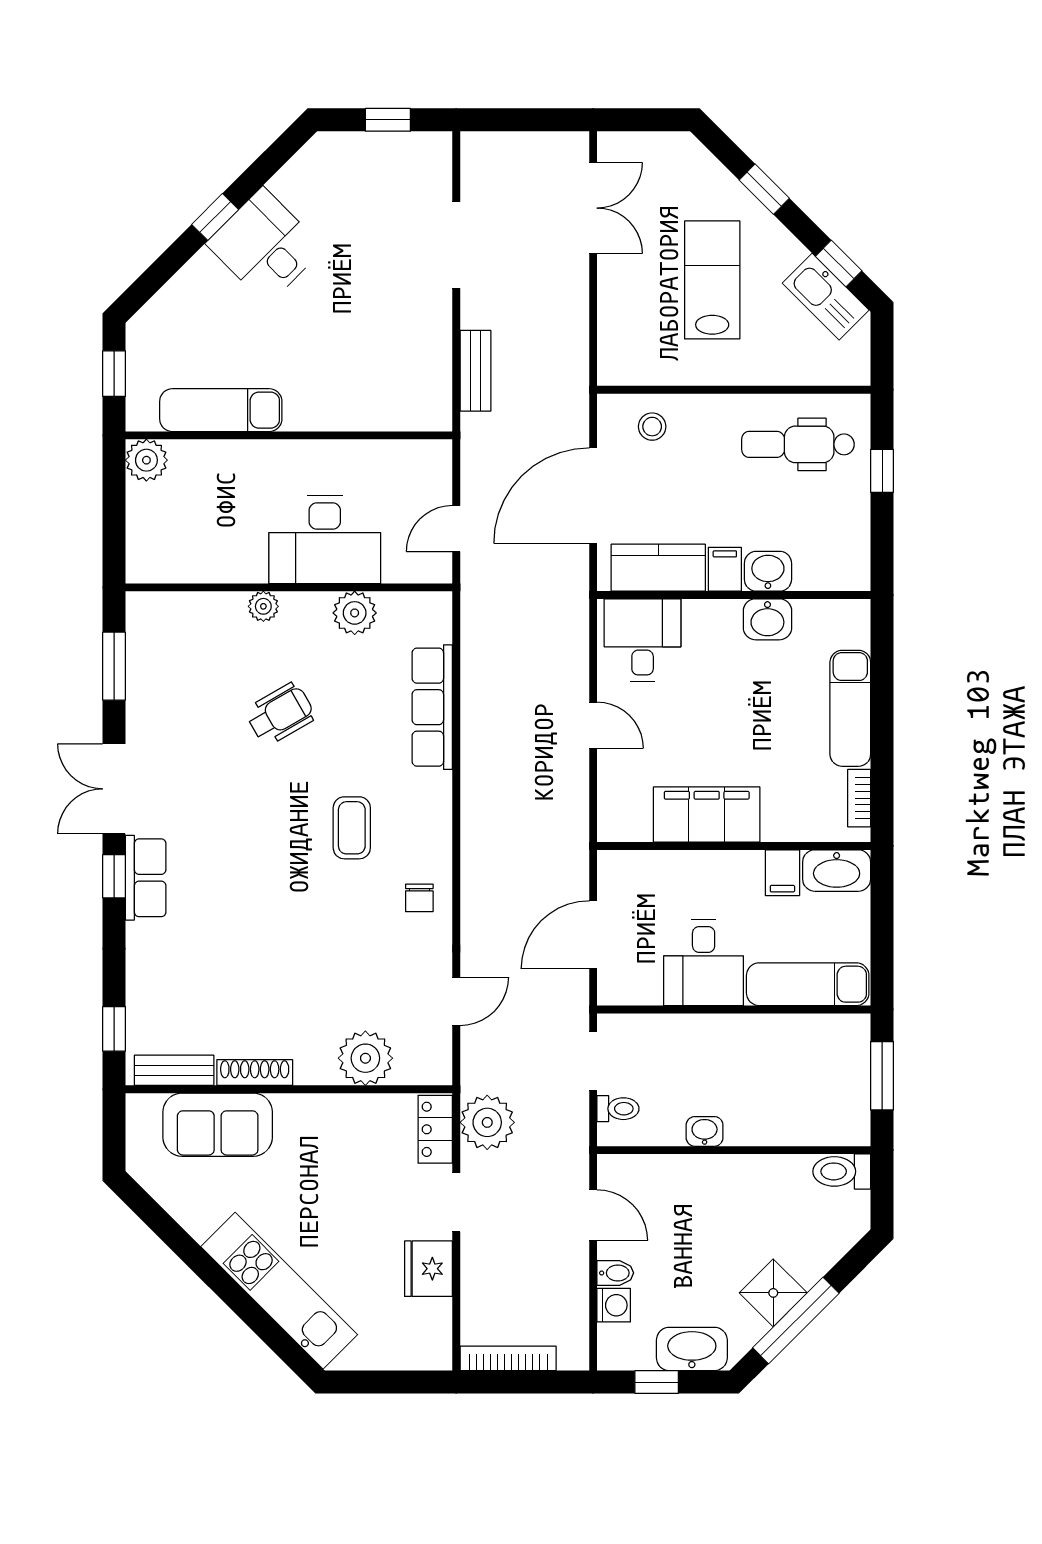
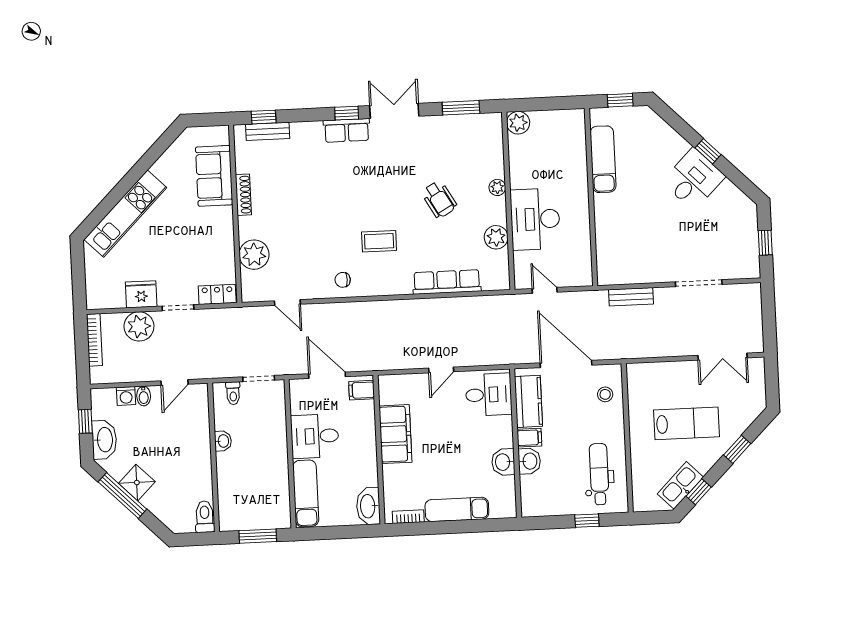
plant: (146, 460) -> (518, 123), moved
filing cabinet: (782, 873) -> (362, 390), moved
bench: (174, 1070) -> (268, 131), moved, turned 90
plant: (487, 1122) -> (139, 326), moved

